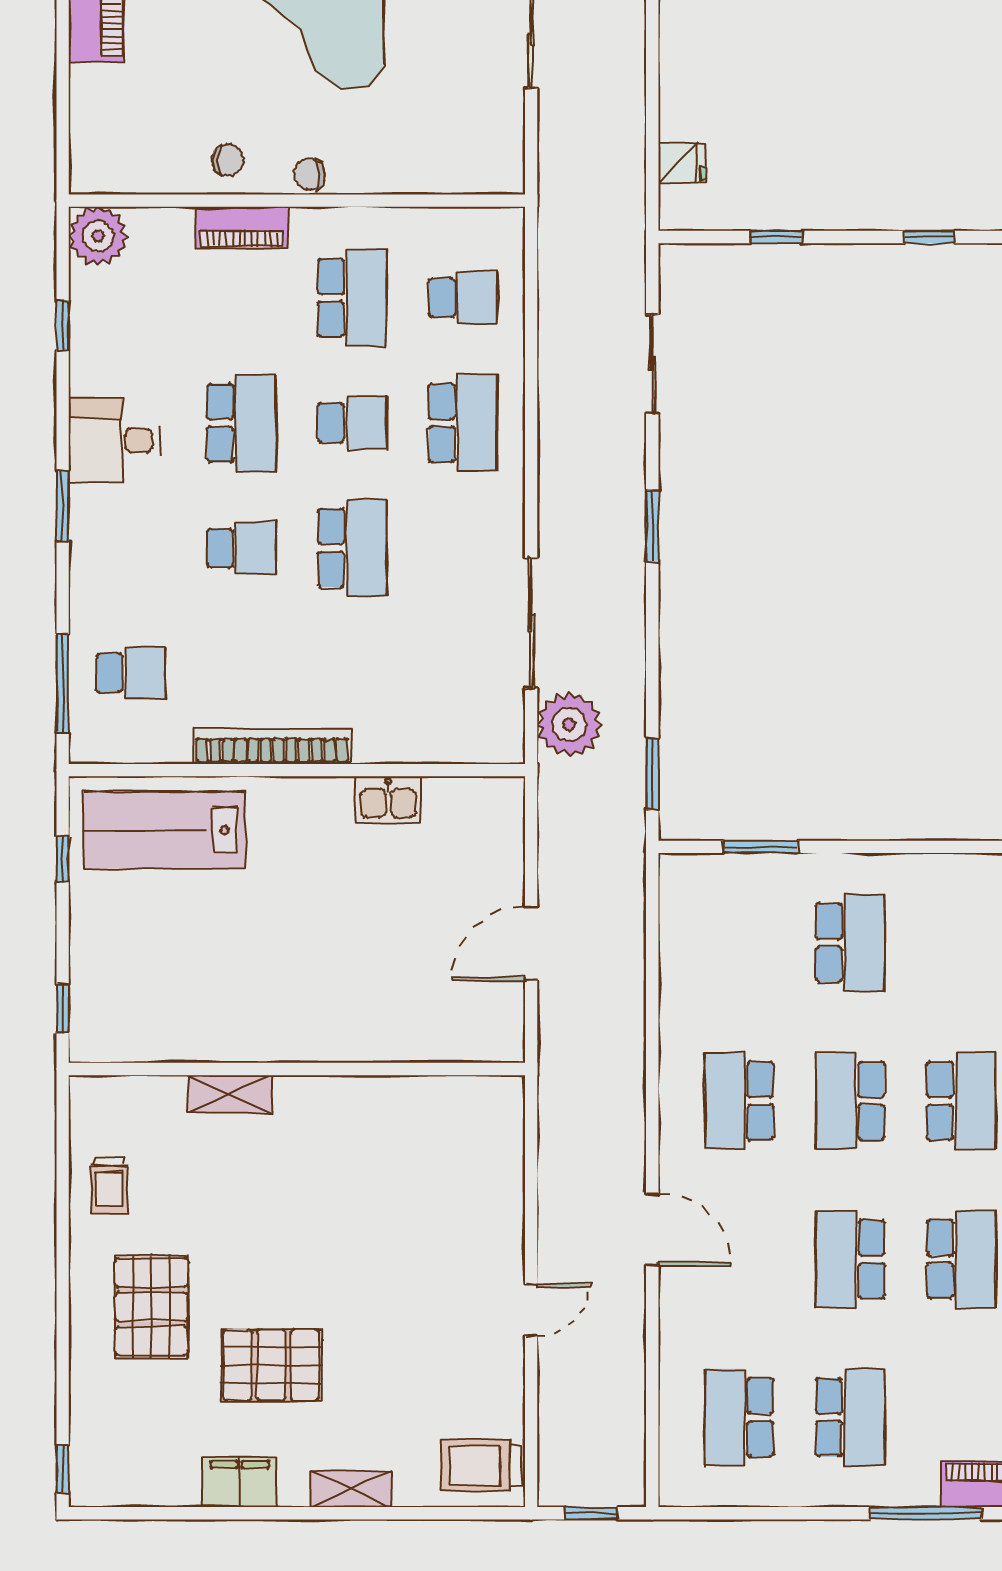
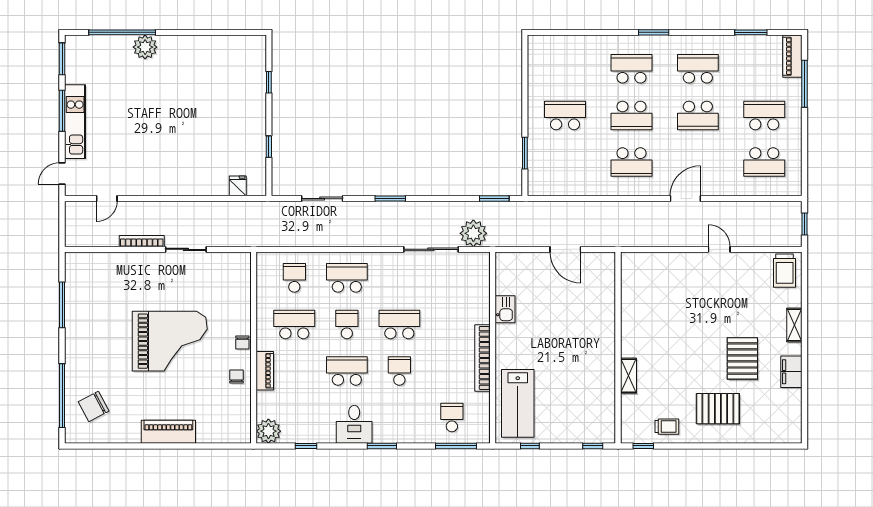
window: (63, 1469) -> (643, 446), moved

